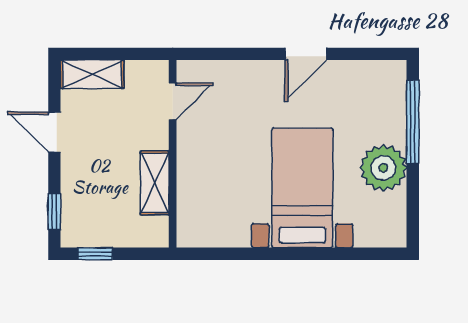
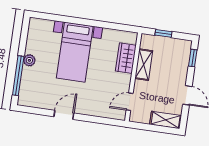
plant: (383, 168) -> (29, 60), width x0.53, depth x0.53
wardrobe: (194, 191) -> (126, 58), added
window: (95, 254) -> (163, 33), moved

